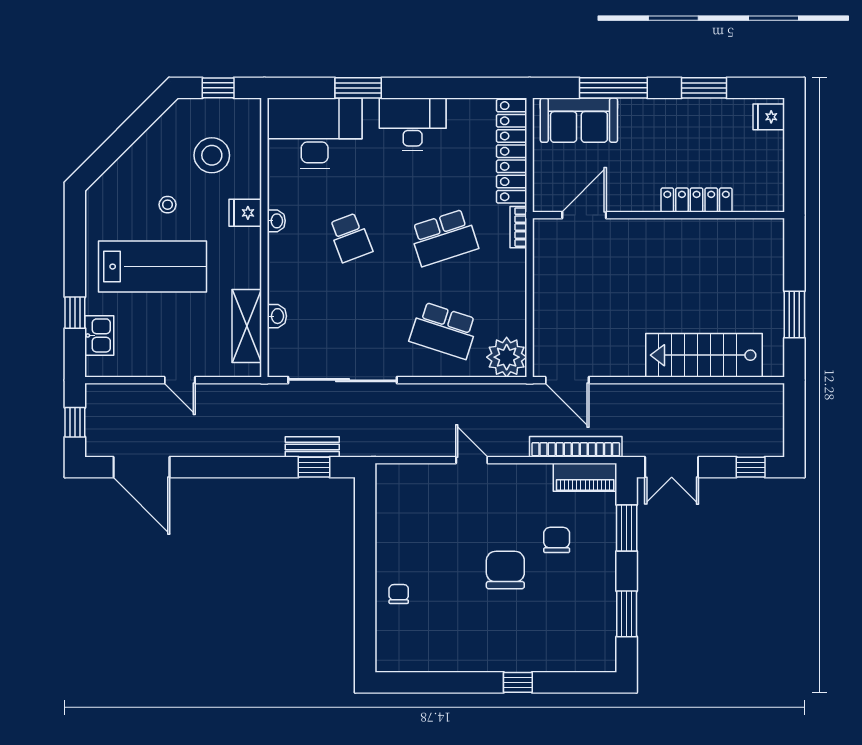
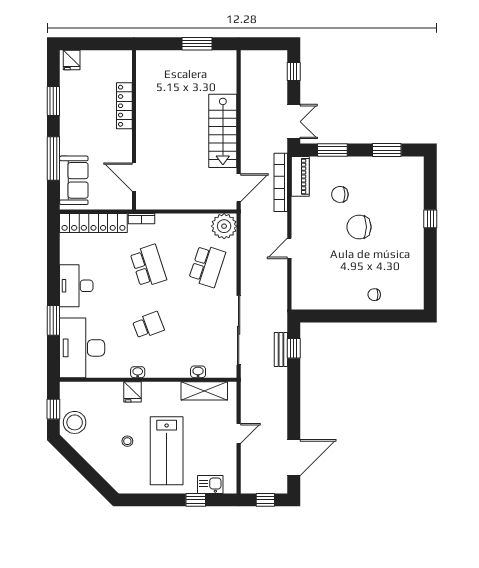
stool: (212, 155) -> (75, 422), moved
lab bench: (152, 267) -> (167, 451), turned 180
stairs: (704, 355) -> (223, 131), moved

